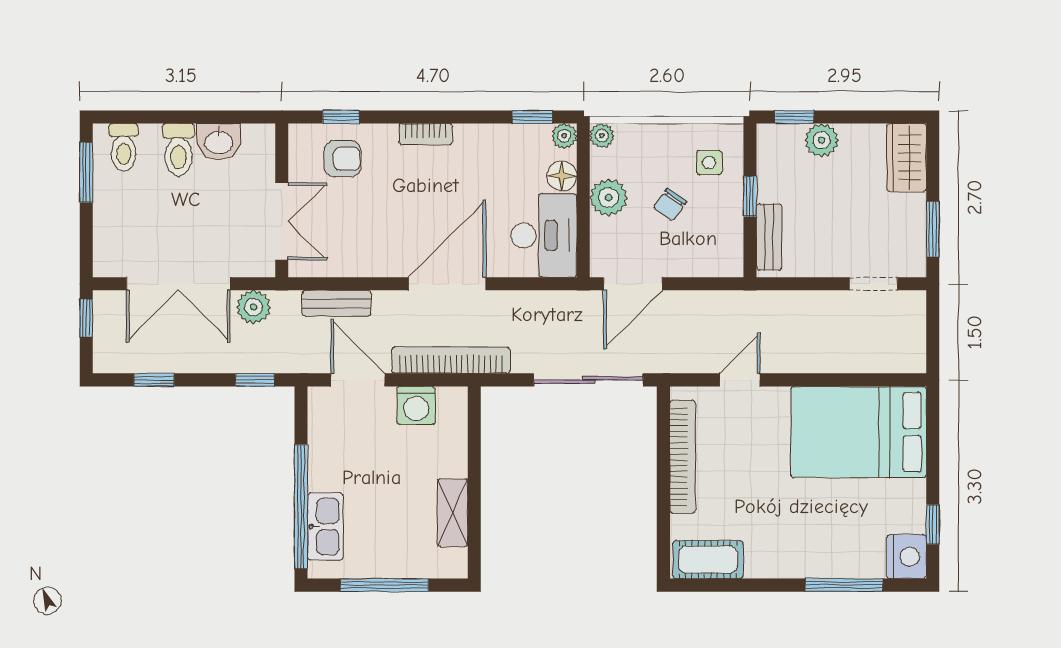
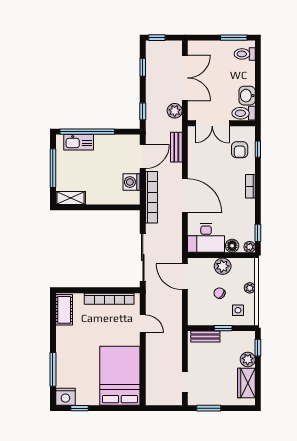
plant: (602, 136) -> (250, 288), moved
toilet: (179, 150) -> (244, 113), moved
wardrobe: (907, 158) -> (246, 383), moved, turned -90
double door: (178, 284) -> (185, 78), swing flipped
window: (86, 318) -> (157, 38), moved
shelving: (453, 513) -> (71, 198), moved

